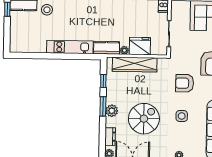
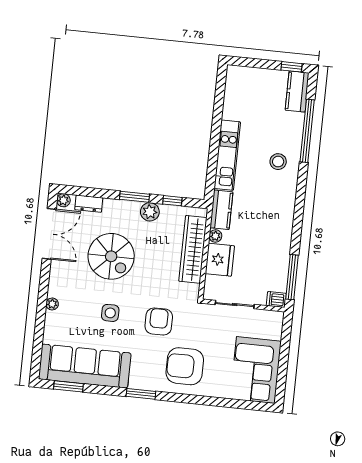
stool: (47, 10) -> (278, 162), moved
plant: (112, 111) -> (150, 212), moved

